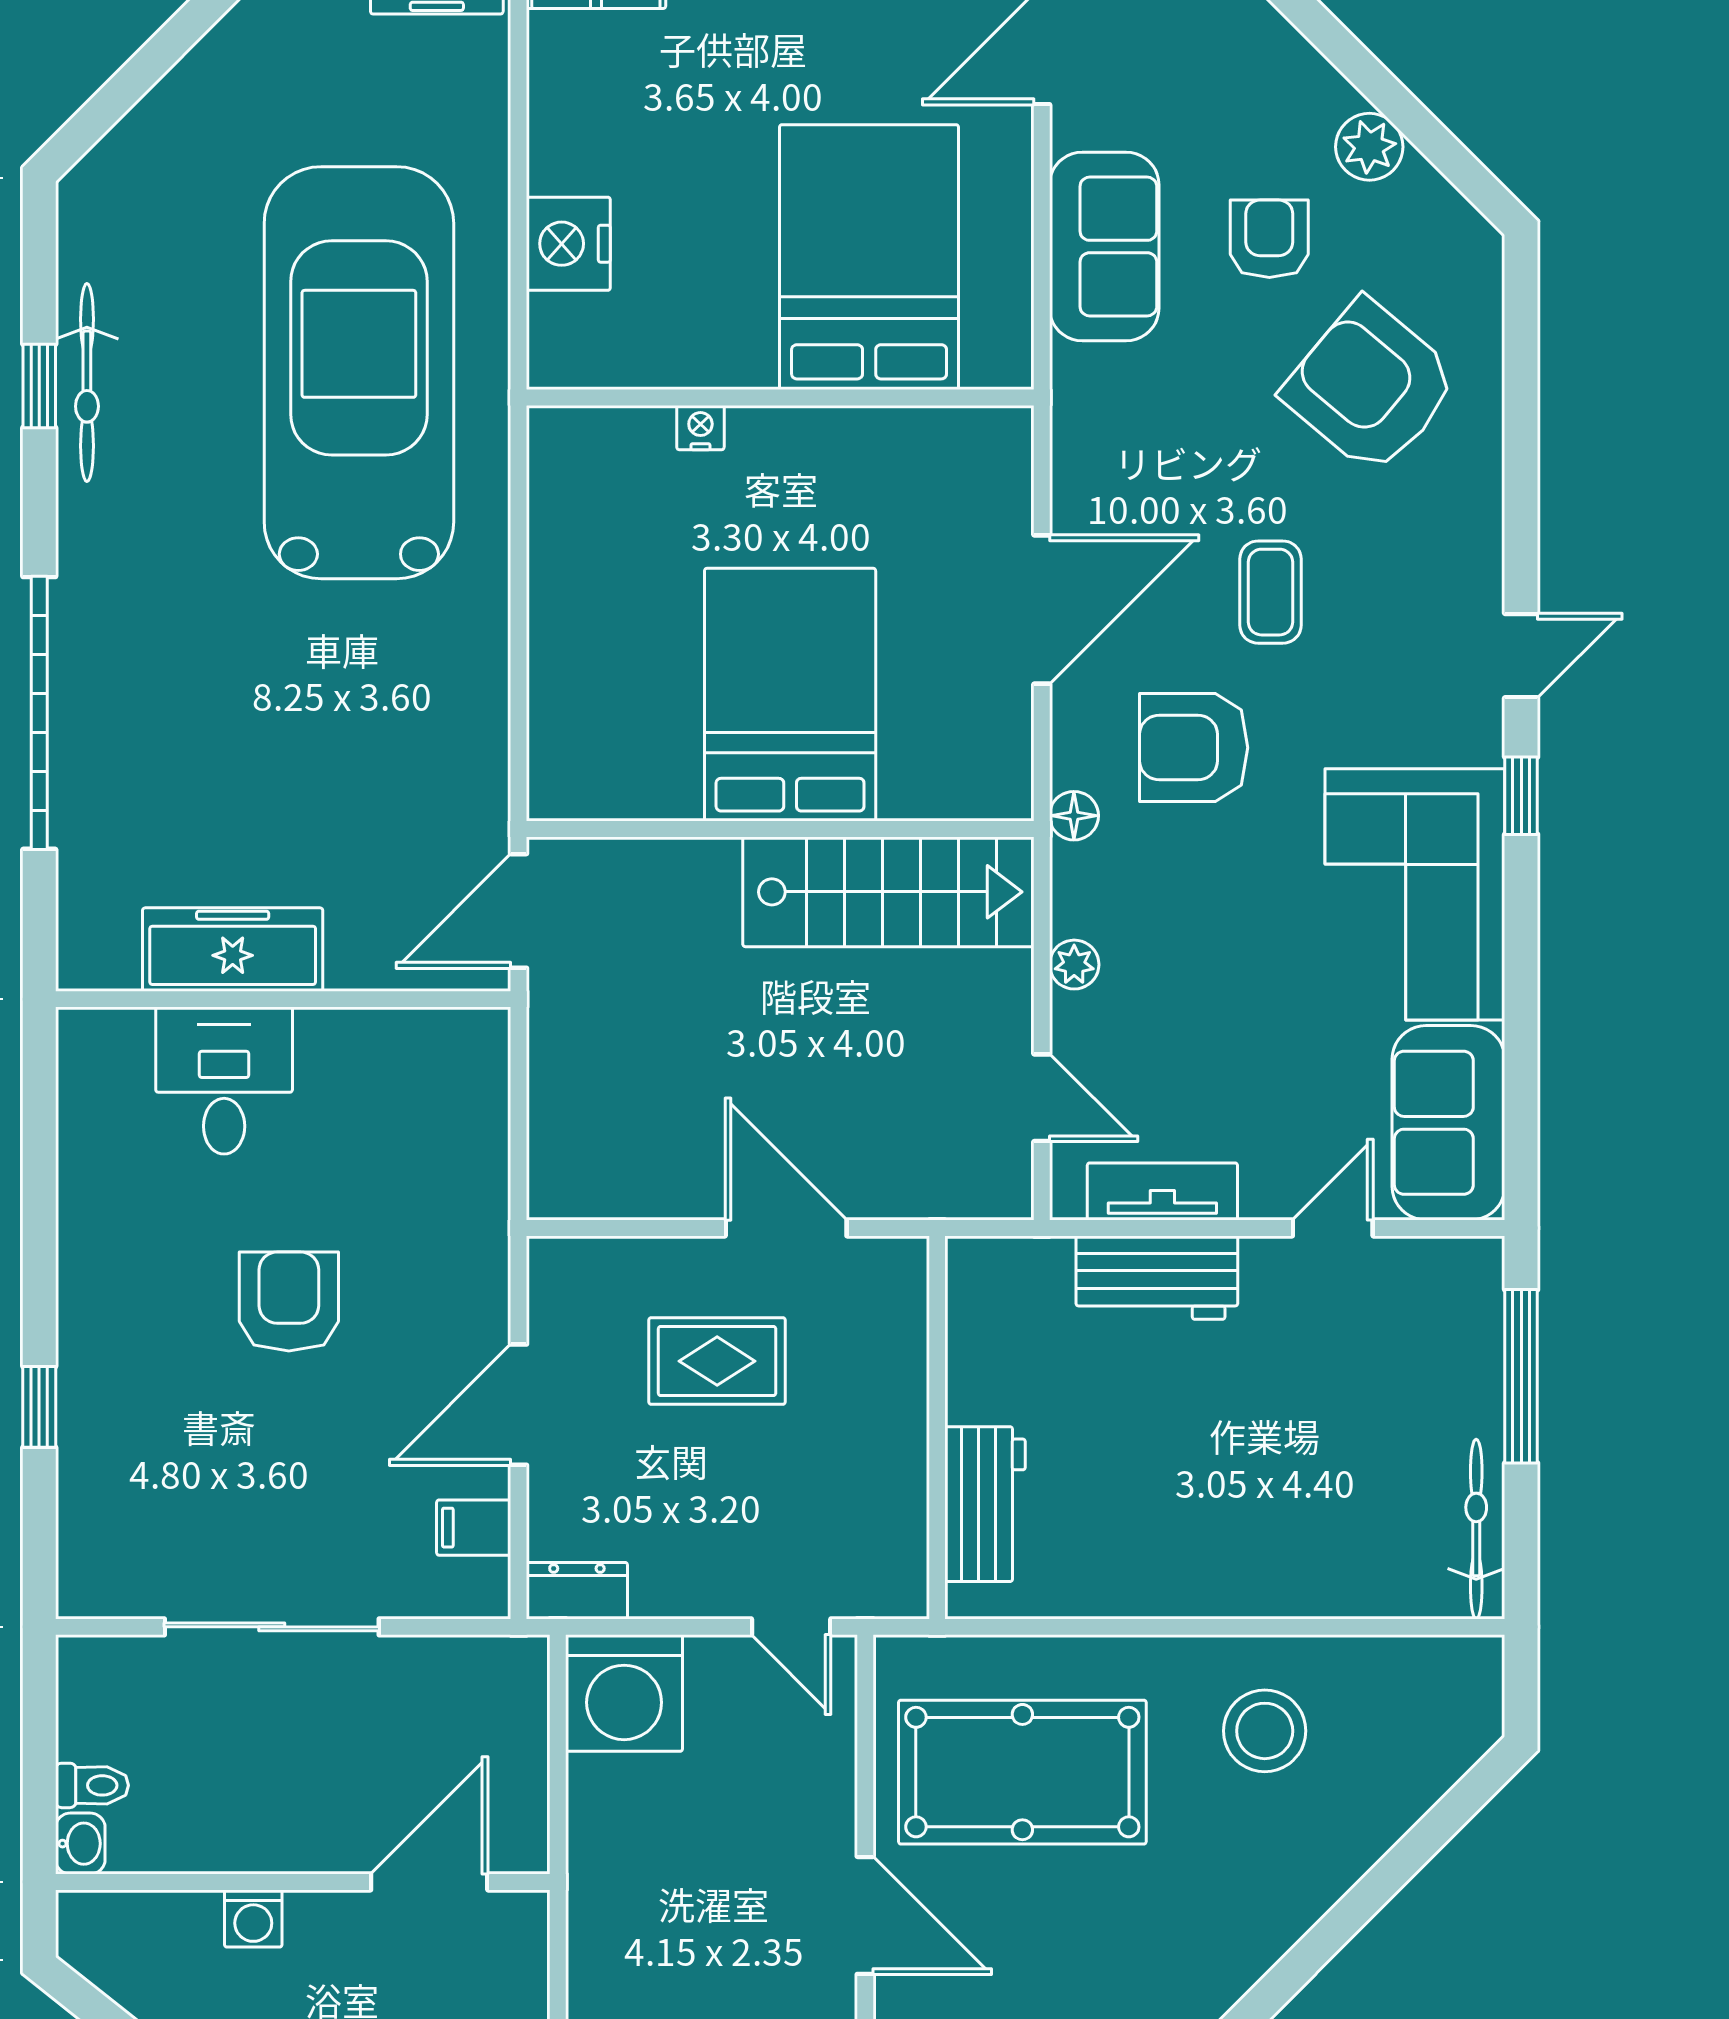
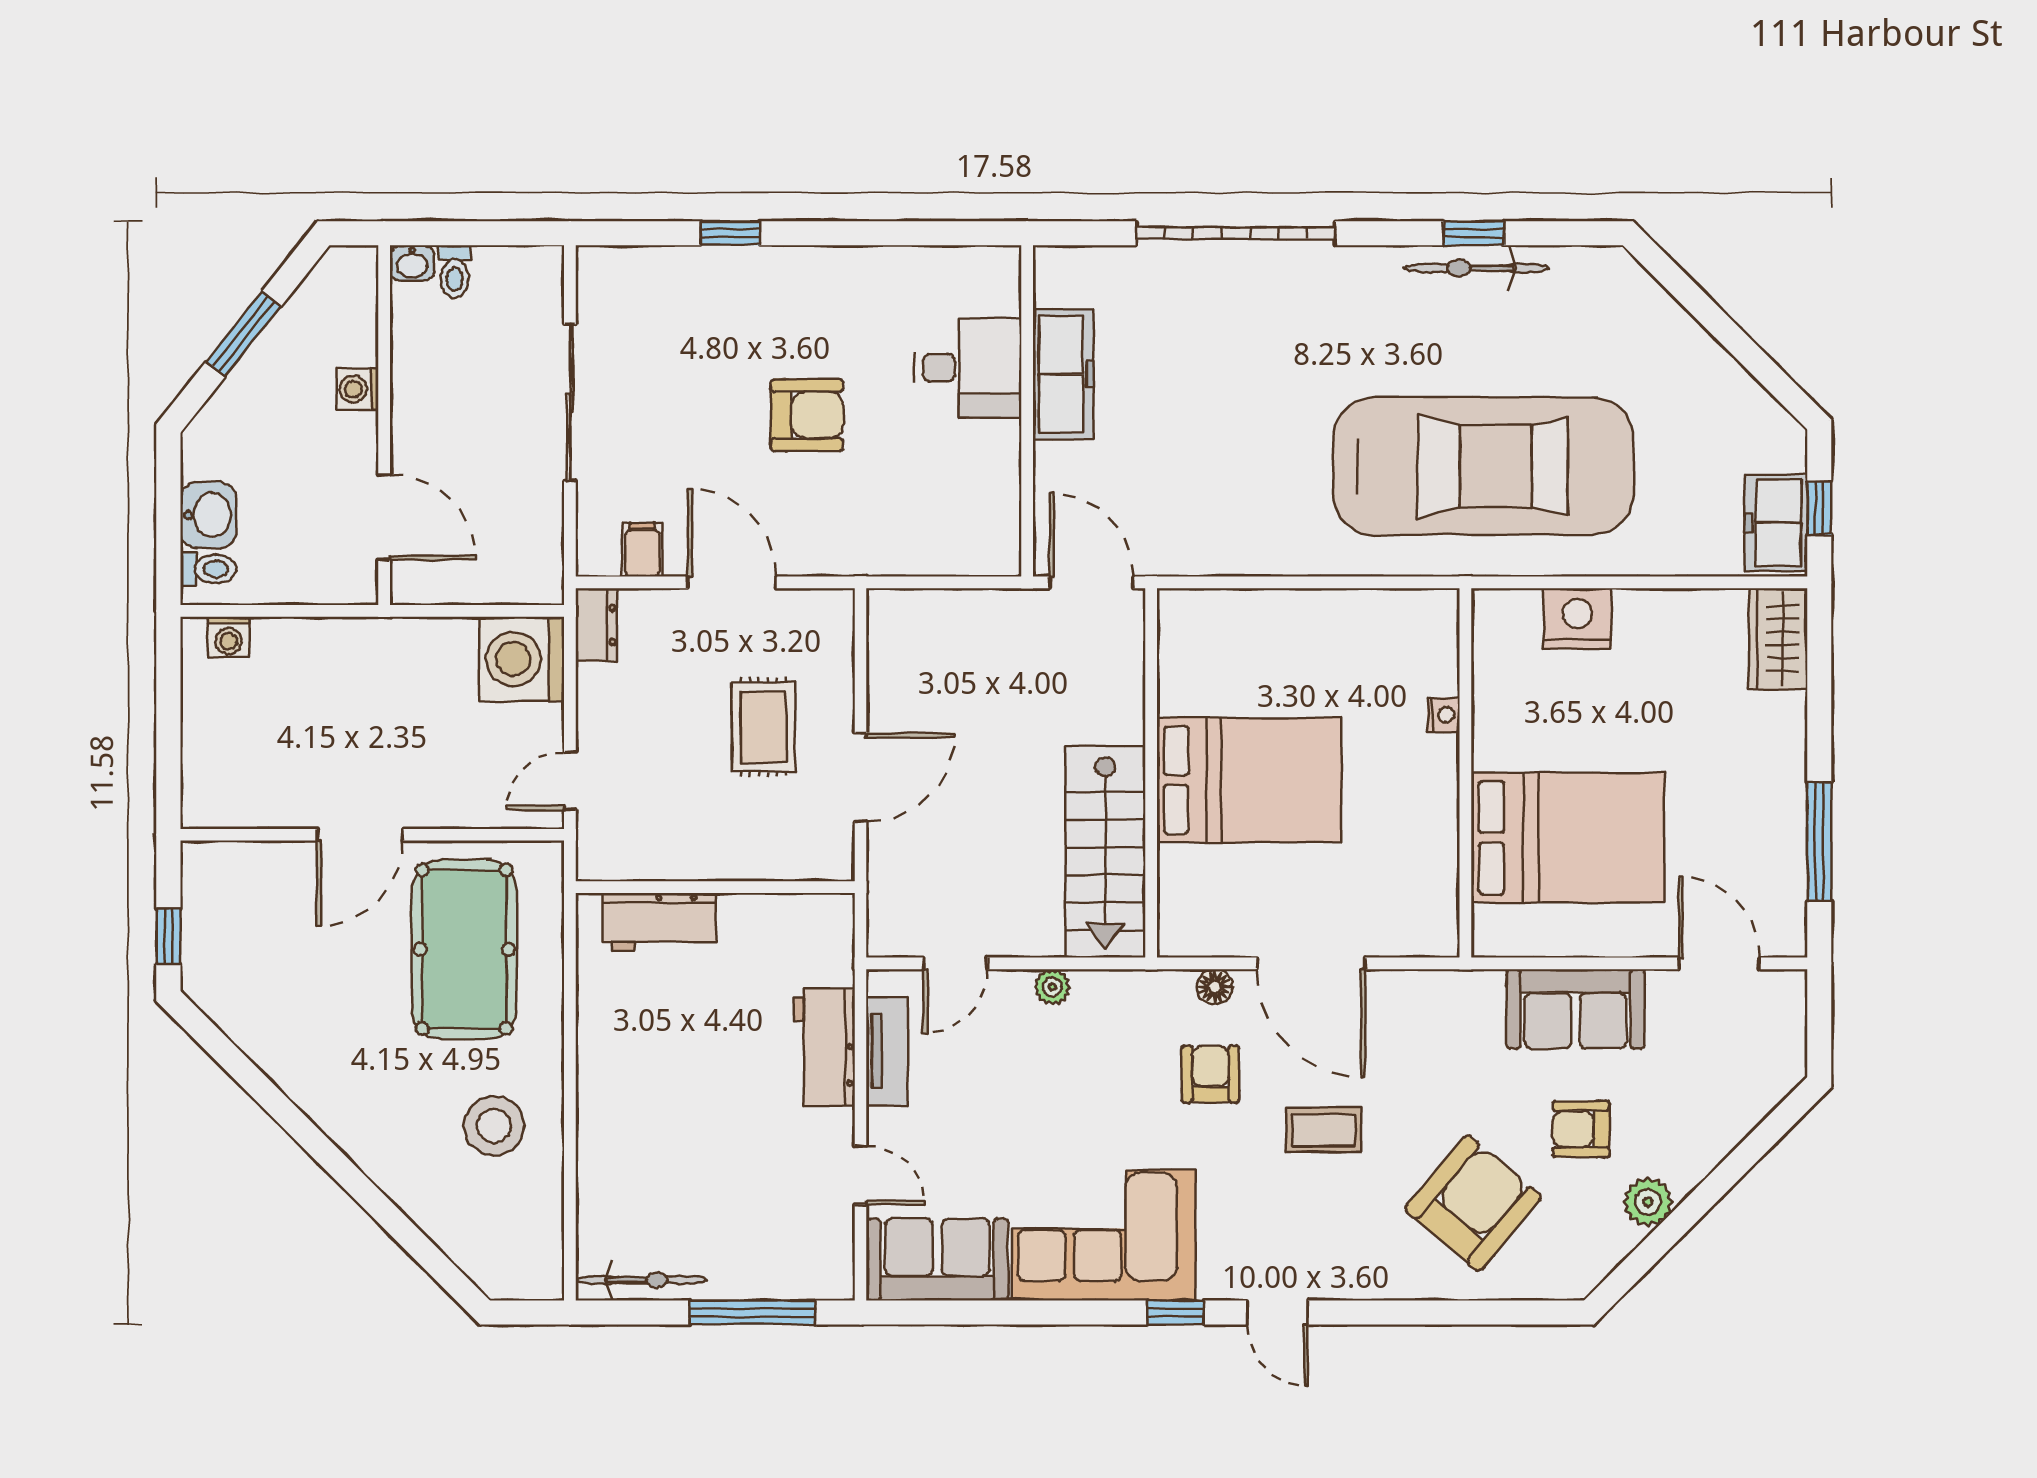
armchair: (1269, 239) -> (1581, 1129), turned 180
armchair: (1194, 748) -> (1210, 1074), width x0.72, depth x0.72
floor lamp: (1074, 816) -> (1215, 987), moved

